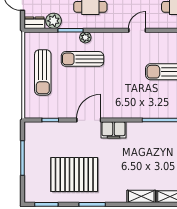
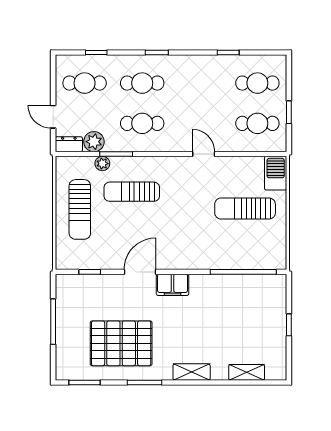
door: (137, 30) -> (204, 154), hinge flipped
plant: (85, 37) -> (102, 164), moved
shelving: (141, 196) -> (192, 372), moved

